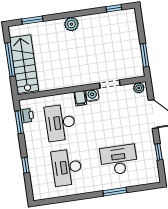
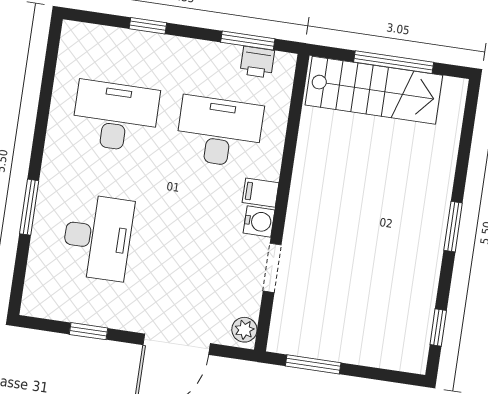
window: (32, 20) -> (453, 227), moved
plant: (71, 24) -> (431, 222), removed

